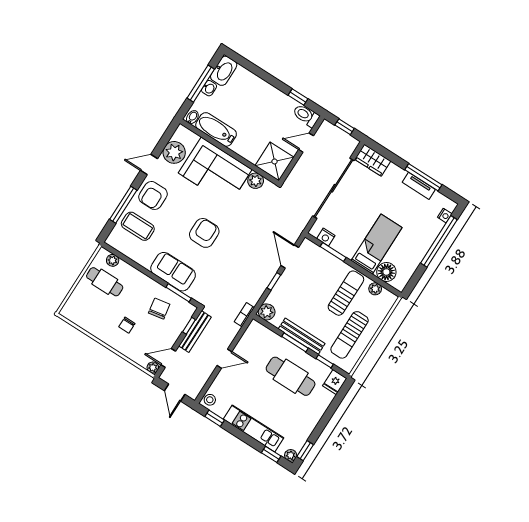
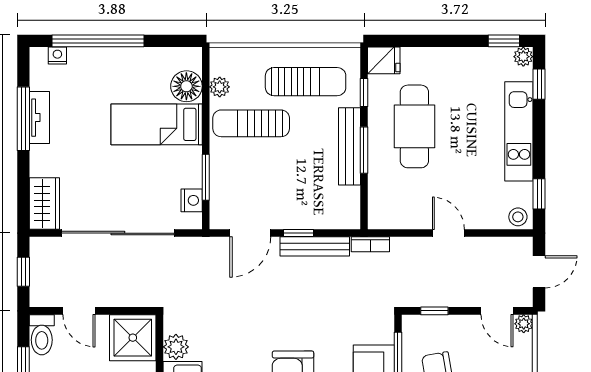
plant: (267, 312) -> (347, 216), removed
bench: (195, 331) -> (315, 246), moved

